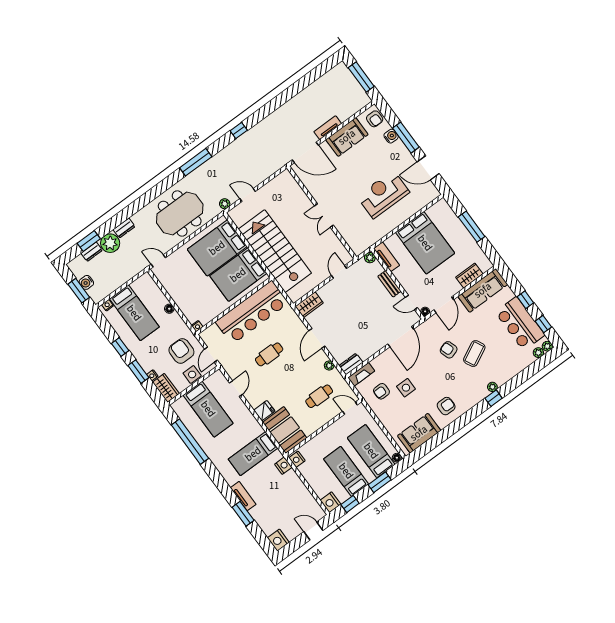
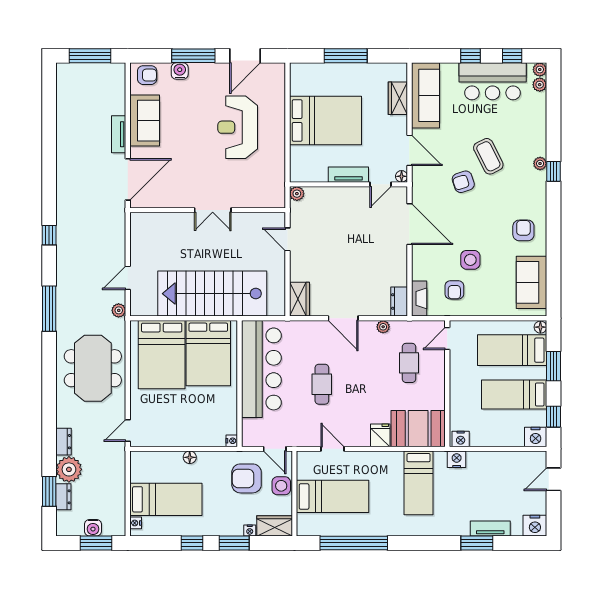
tv unit: (387, 257) -> (348, 175), moved
bench: (389, 284) -> (342, 193), removed
tv unit: (243, 496) -> (490, 528), moved

